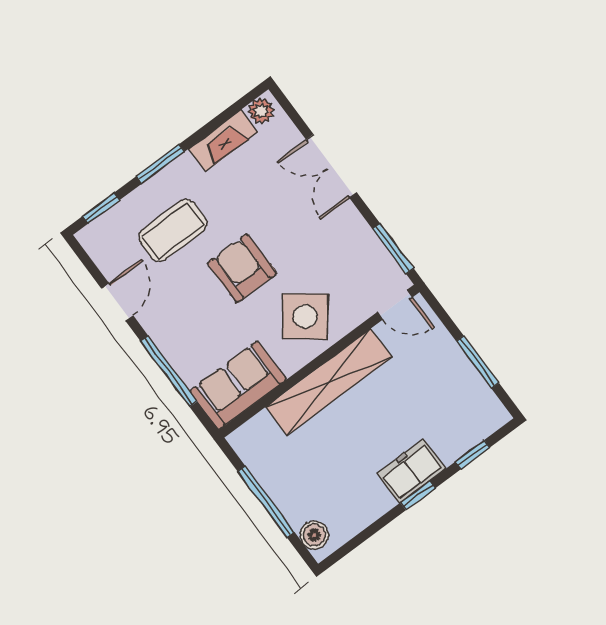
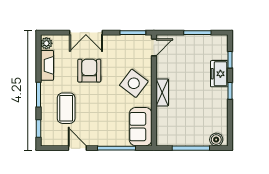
armchair: (242, 268) -> (89, 71), moved, turned 90
shelving: (329, 382) -> (162, 92), width x0.45, depth x0.75
freezer: (411, 471) -> (219, 74), moved

